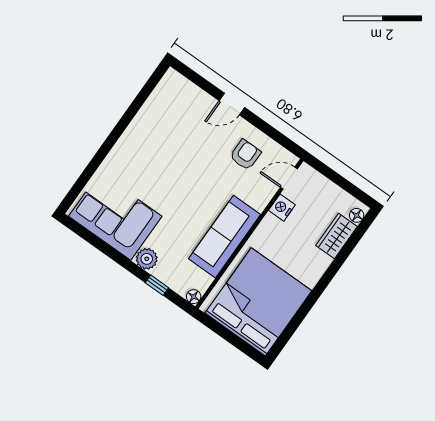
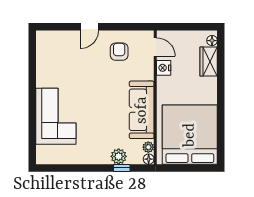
door: (289, 178) -> (155, 47), swing flipped
corner sofa: (115, 216) -> (56, 116), moved, turned 90
plant: (147, 259) -> (119, 156), moved
plant: (203, 283) -> (148, 147), added

